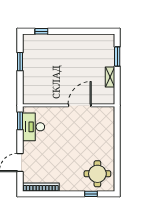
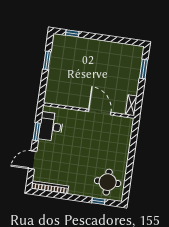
shelving: (110, 77) -> (131, 105), moved
door: (80, 105) -> (100, 112), hinge flipped
window: (20, 121) -> (37, 132), moved

